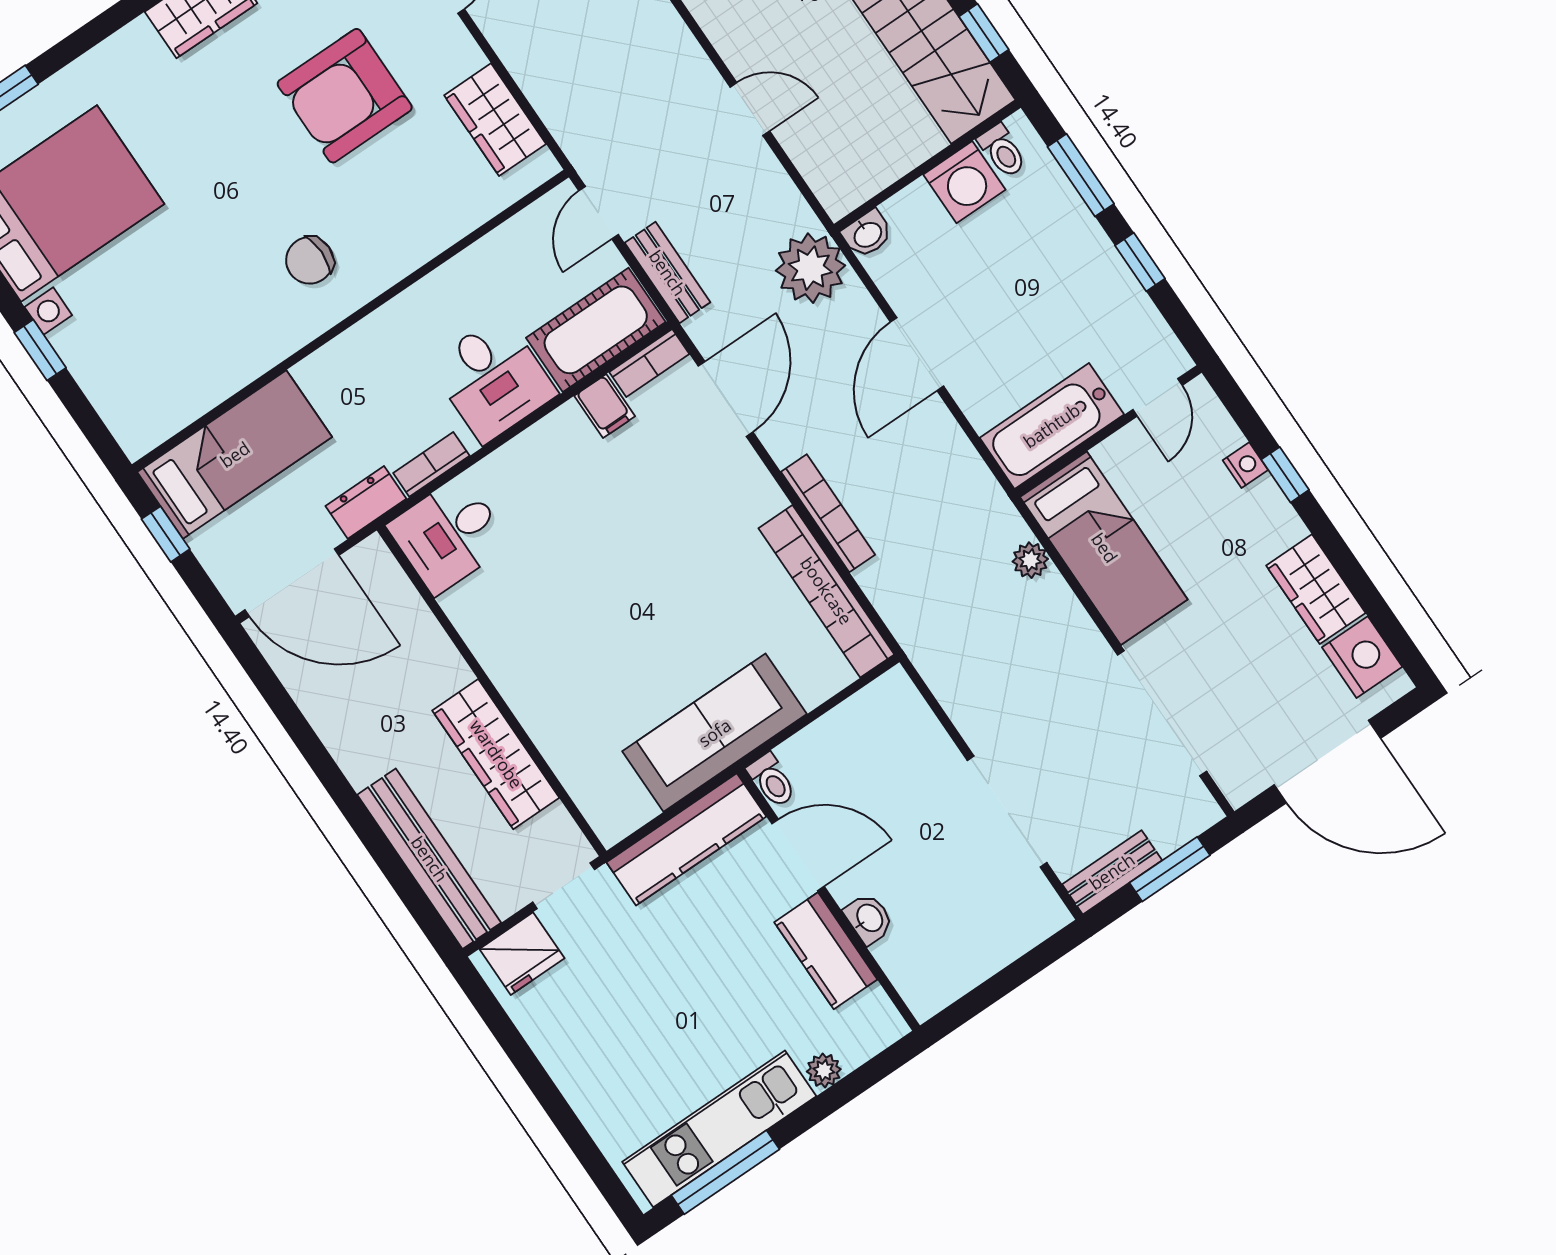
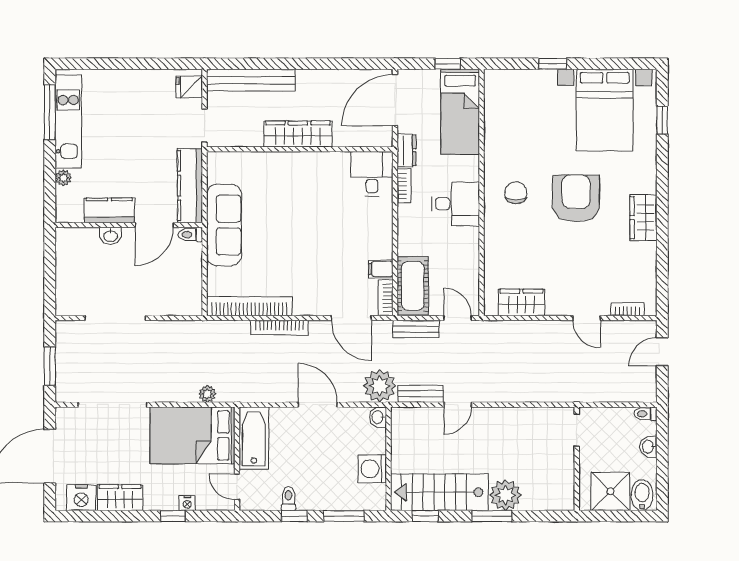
armchair: (345, 96) -> (576, 198), moved
toilet: (1002, 151) -> (288, 499), moved, turned 90
desk: (493, 379) -> (456, 204), moved, turned 180
bed: (1104, 548) -> (192, 435), width x1.50
wardrobe: (496, 754) -> (298, 134), moved
bench: (1112, 872) -> (421, 394), moved, turned 90
fridge: (522, 954) -> (189, 87), width x0.72

